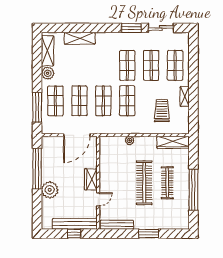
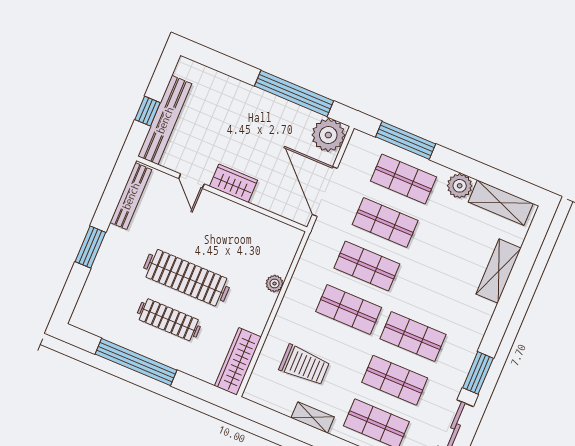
plant: (50, 190) -> (328, 135), moved

